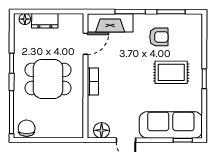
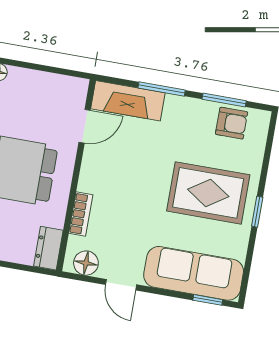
dresser: (45, 21) -> (48, 248), moved, turned 90
armchair: (159, 37) -> (232, 123), moved
rug: (171, 72) -> (208, 193), width x1.36, depth x1.43
bookcase: (93, 81) -> (81, 214), moved

